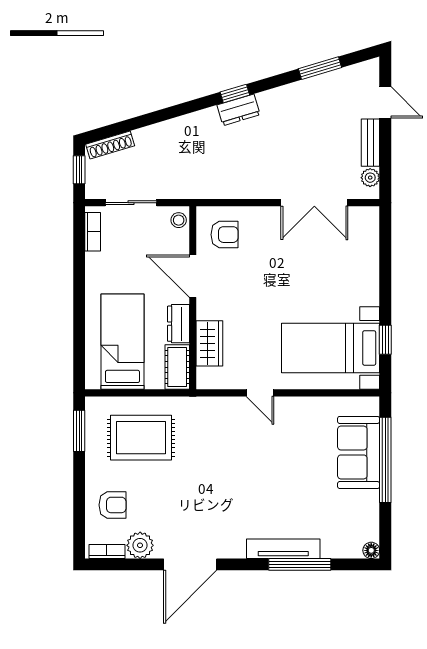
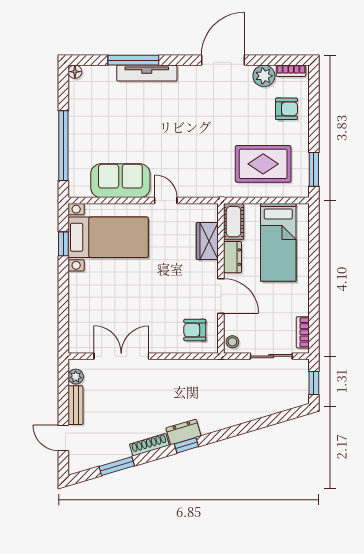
shoe rack: (110, 145) -> (149, 445), moved
sofa: (359, 452) -> (120, 181), moved, turned -90
armchair: (113, 505) -> (286, 109), turned 180

